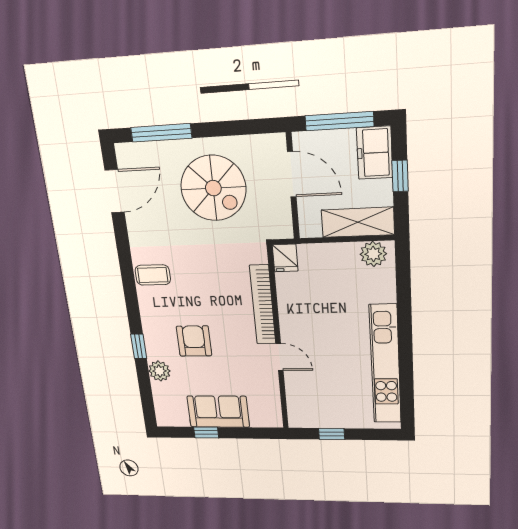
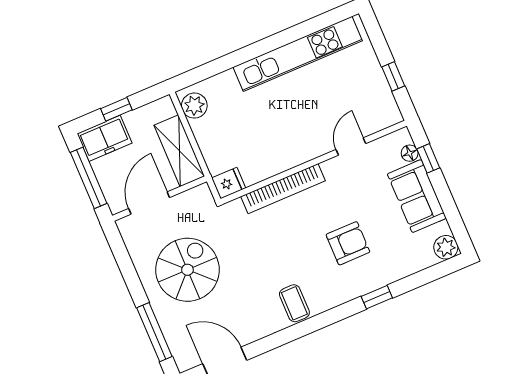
shelving: (358, 222) -> (179, 151), moved
armchair: (194, 341) -> (348, 243), turned 180
door: (280, 357) -> (351, 146), moved
plant: (159, 371) -> (446, 247), moved
floor lamp: (258, 421) -> (410, 153), added
window: (206, 432) -> (428, 158), moved

